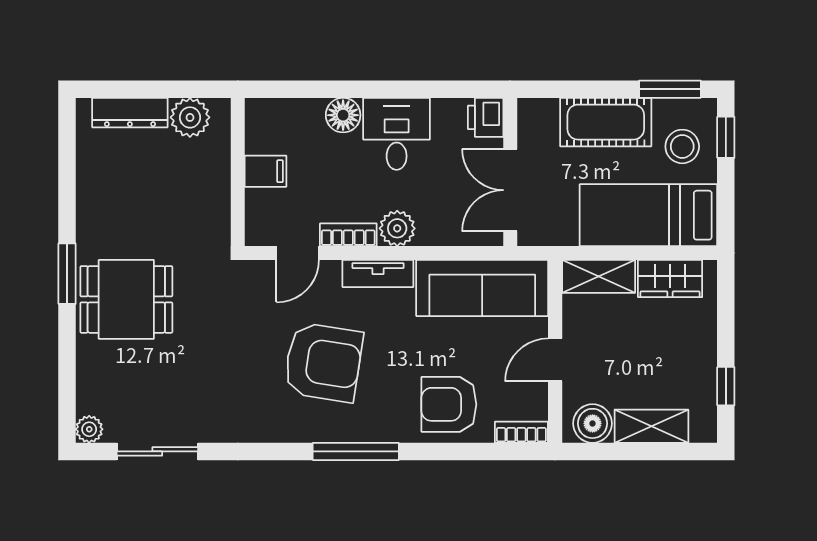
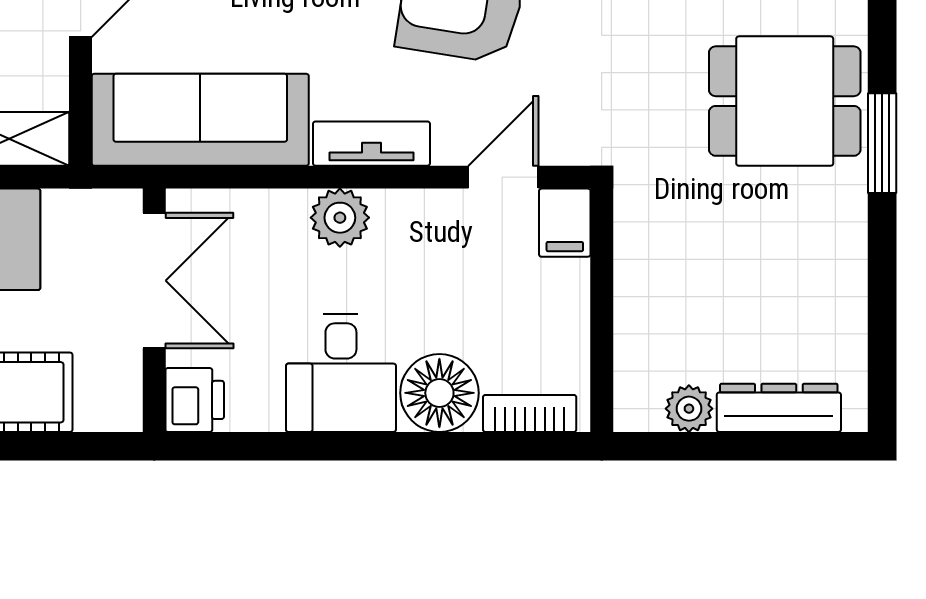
floor lamp: (343, 115) -> (439, 393), width x1.38, depth x1.38
plant: (190, 117) -> (689, 409), width x0.73, depth x0.73
filing cabinet: (265, 171) -> (565, 223), moved, turned -90
bookcase: (348, 235) -> (530, 413), moved, turned 180

